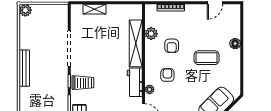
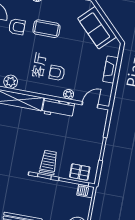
armchair: (172, 46) -> (17, 27), moved
coffee table: (207, 58) -> (47, 29), turned 90

